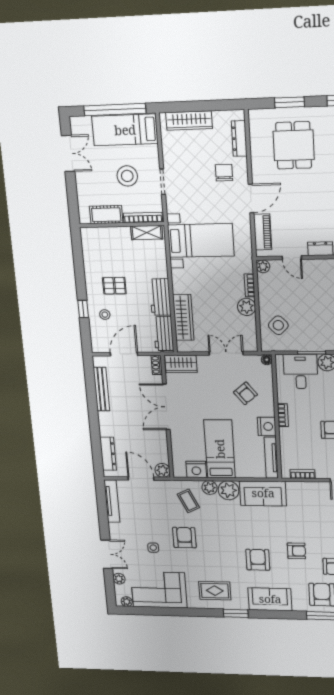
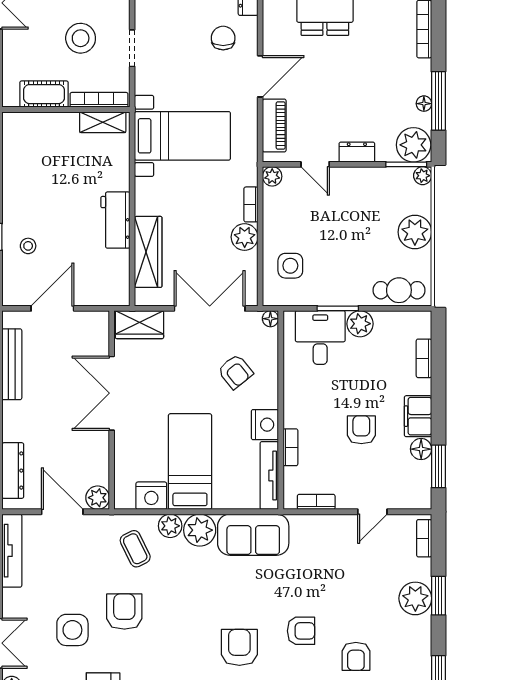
pallet: (114, 286) -> (47, 202), removed
side table: (278, 325) -> (290, 266), turned 45
workbench: (163, 334) -> (116, 277), removed
double door: (226, 353) -> (210, 308), width x1.37
shoe rack: (157, 365) -> (102, 326), removed
bookcase: (283, 415) -> (290, 447), moved
side table: (153, 548) -> (72, 630), width x1.87, depth x1.87

